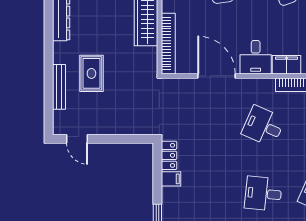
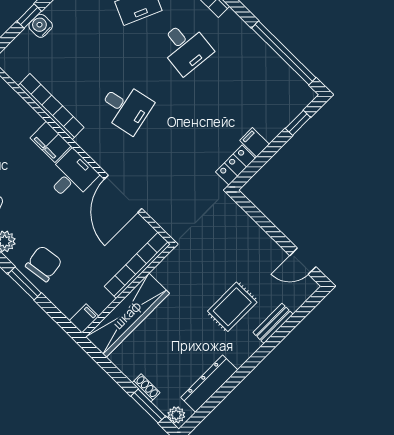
bench: (59, 87) -> (273, 323), width x0.73
desk: (263, 126) -> (126, 108), turned -36
door: (77, 139) -> (303, 261), swing flipped

